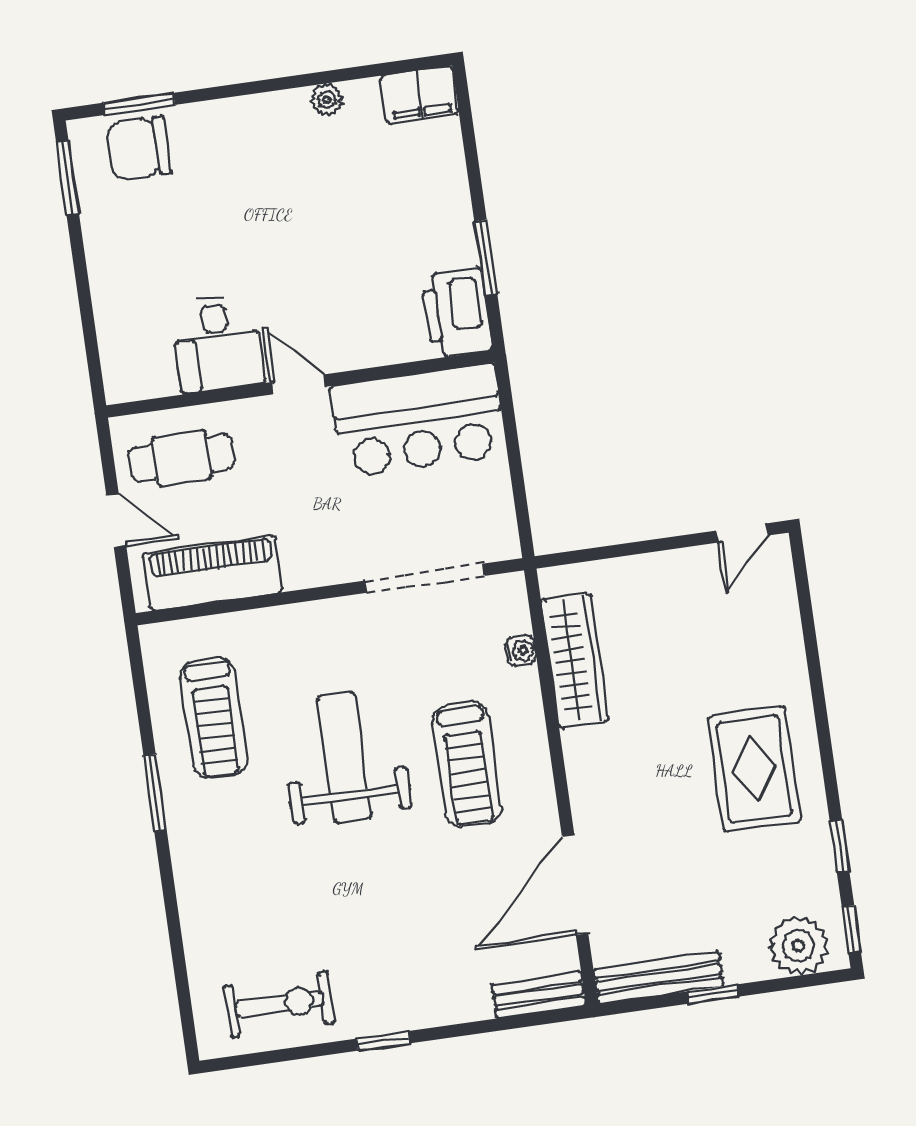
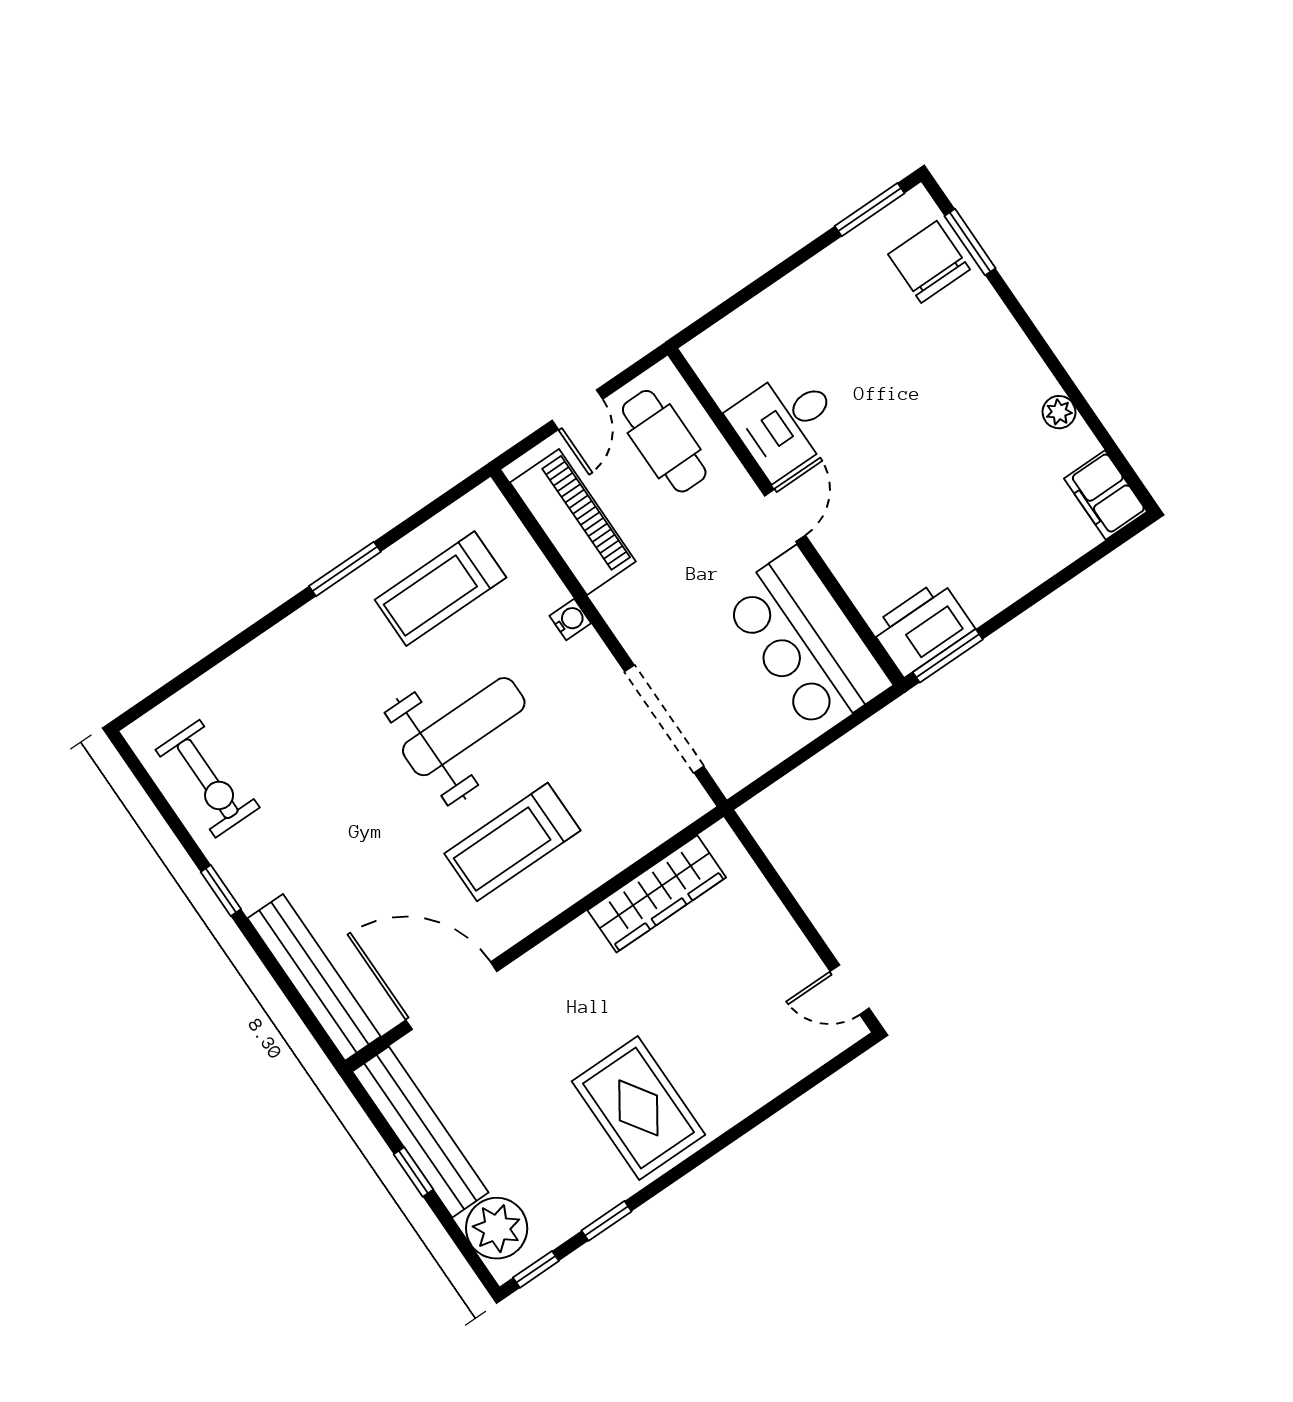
window: (486, 258) -> (948, 656), moved
water cooler: (521, 651) -> (570, 619), moved, turned -90
rug: (754, 769) -> (638, 1108), turned 90
bench: (658, 978) -> (420, 1132), width x1.37, depth x1.21
bench: (539, 995) -> (314, 977), width x1.86, depth x1.21

